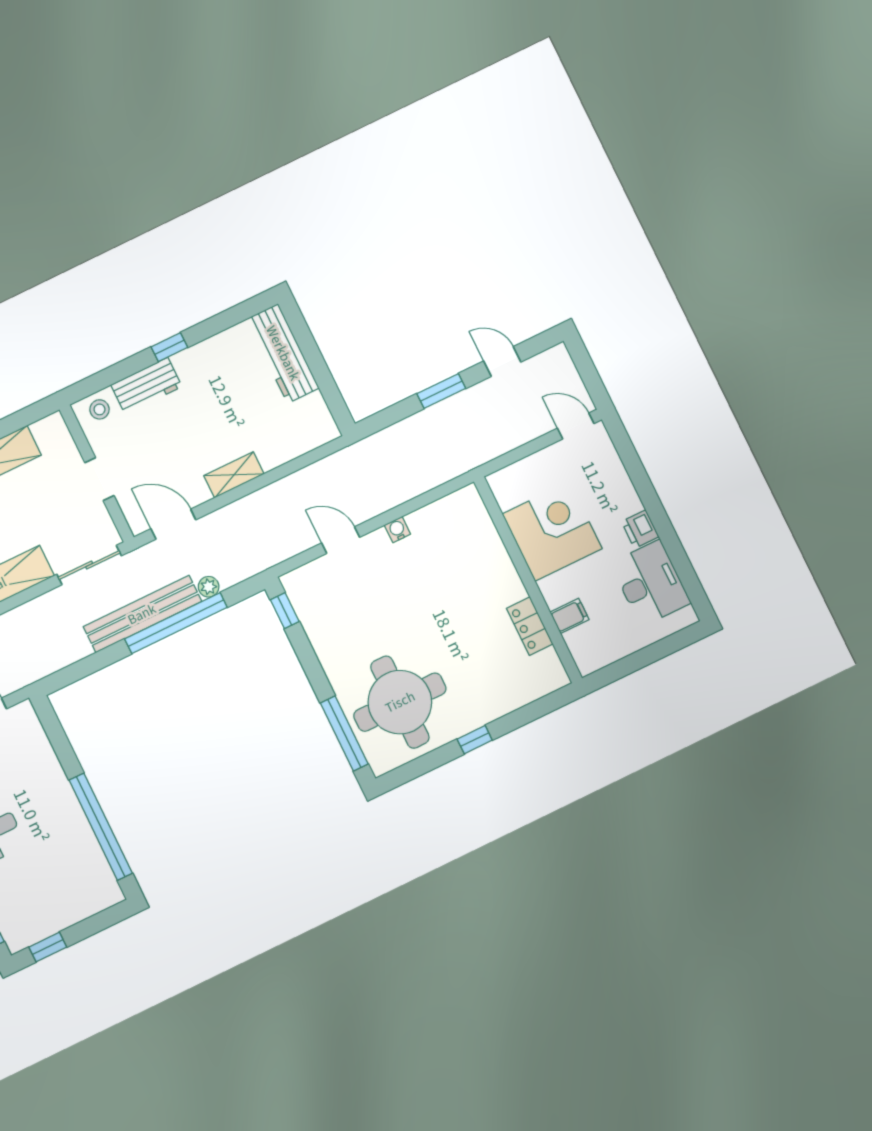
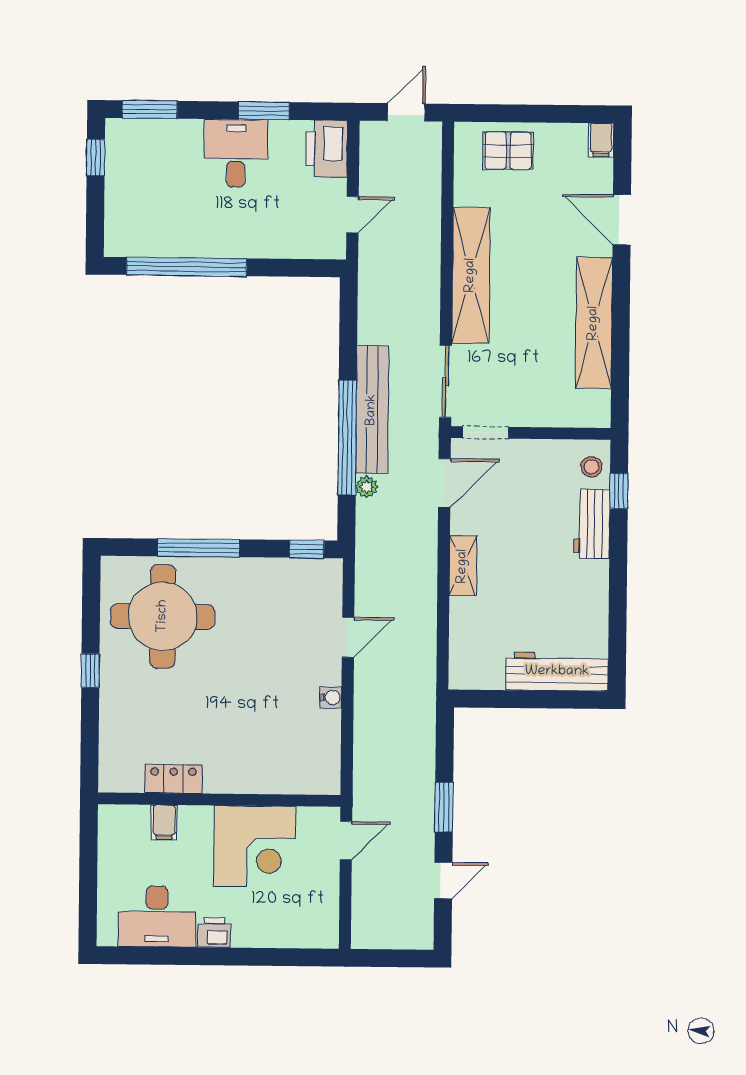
window: (169, 347) -> (619, 491), moved
door: (576, 426) -> (346, 840), moved
doorway: (99, 479) -> (486, 433), moved
window: (344, 734) -> (199, 548), moved

